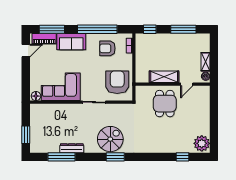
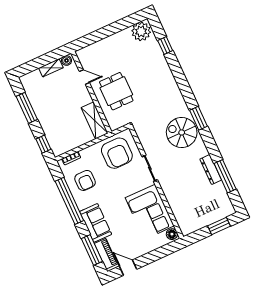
shelving: (164, 77) -> (95, 120), moved
armchair: (117, 82) -> (117, 153), turned -90
dining table: (165, 104) -> (116, 91), turned 90

